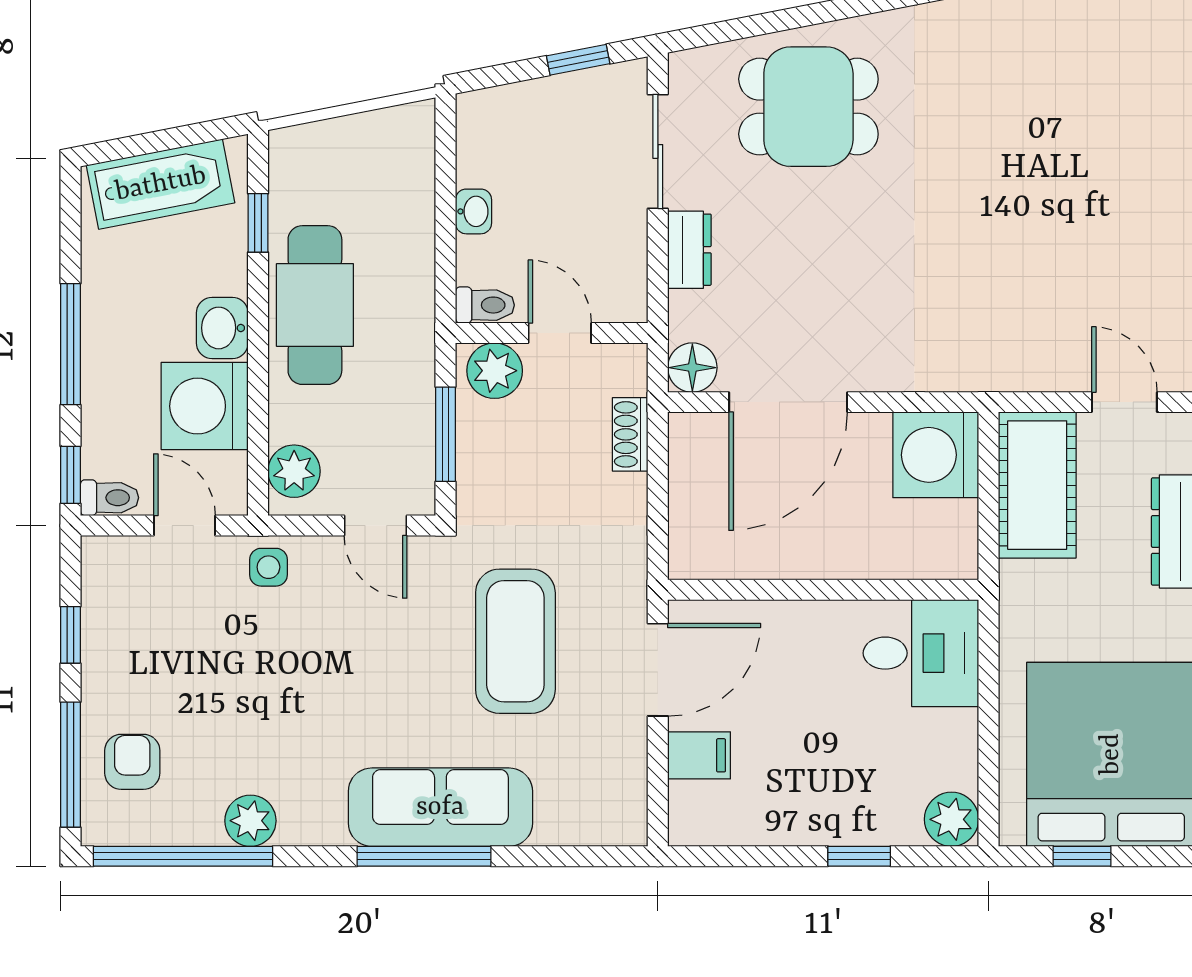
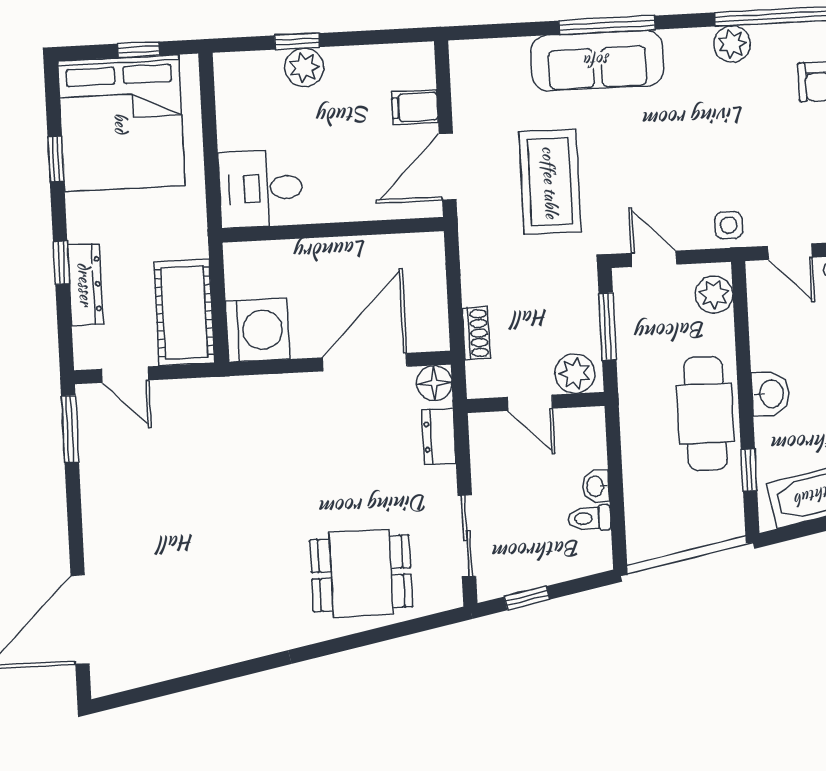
dresser: (689, 250) -> (439, 437), moved
toilet: (485, 305) -> (589, 518), moved
washing machine: (205, 406) -> (780, 338), removed
plant: (951, 819) -> (304, 67), moved

